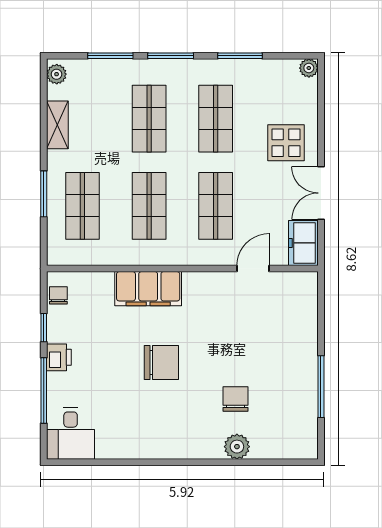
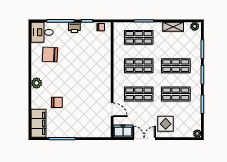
filing cabinet: (148, 289) -> (38, 123), moved, turned 180
chair: (161, 363) -> (50, 54), moved, turned 93
plant: (237, 447) -> (37, 83), moved

